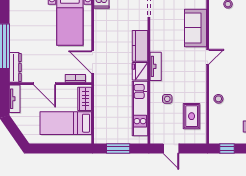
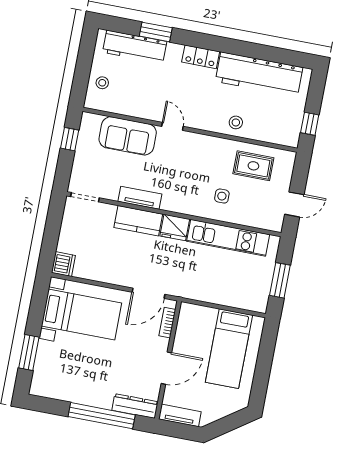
tv unit: (156, 66) -> (140, 198), moved
wardrobe: (85, 99) -> (199, 315), removed

